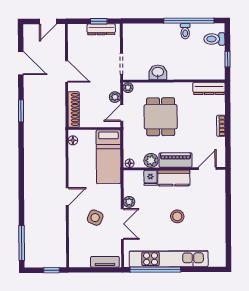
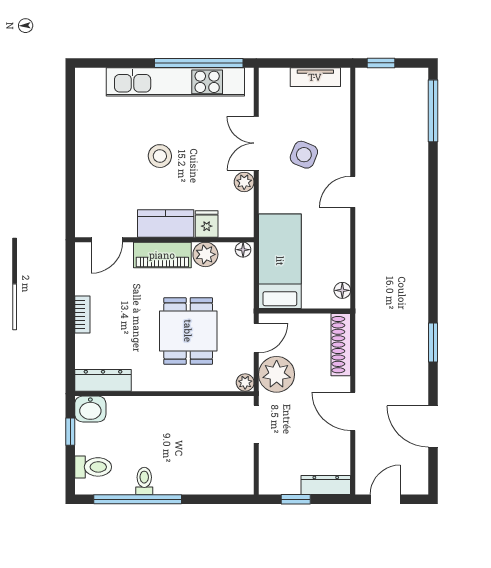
dresser: (101, 29) -> (326, 485), moved
washbasin: (158, 72) -> (90, 409), moved
plant: (115, 97) -> (277, 374), width x1.88, depth x1.88
tv unit: (105, 262) -> (315, 77), moved

